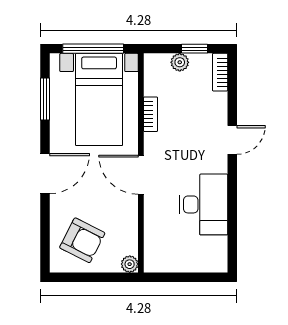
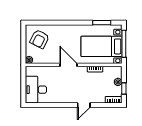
door: (232, 140) -> (84, 105), hinge flipped
door: (45, 174) -> (69, 23), removed
door: (141, 175) -> (68, 65), hinge flipped
desk: (204, 204) -> (36, 90), moved, turned 90

